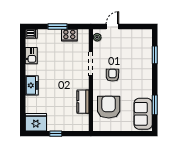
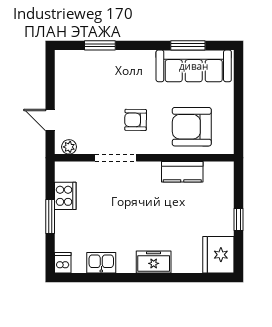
sofa: (143, 114) -> (194, 66), width x1.36

